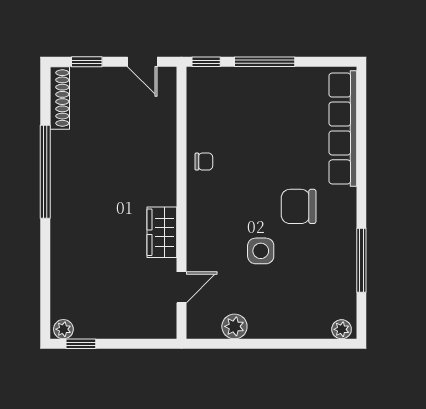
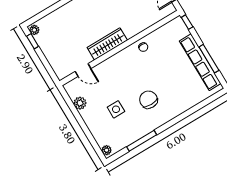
window: (265, 62) -> (209, 59), moved
row of seats: (343, 128) -> (200, 62), moved, turned -90
wardrobe: (162, 232) -> (107, 44), width x1.50
side table: (261, 251) -> (116, 109), moved

